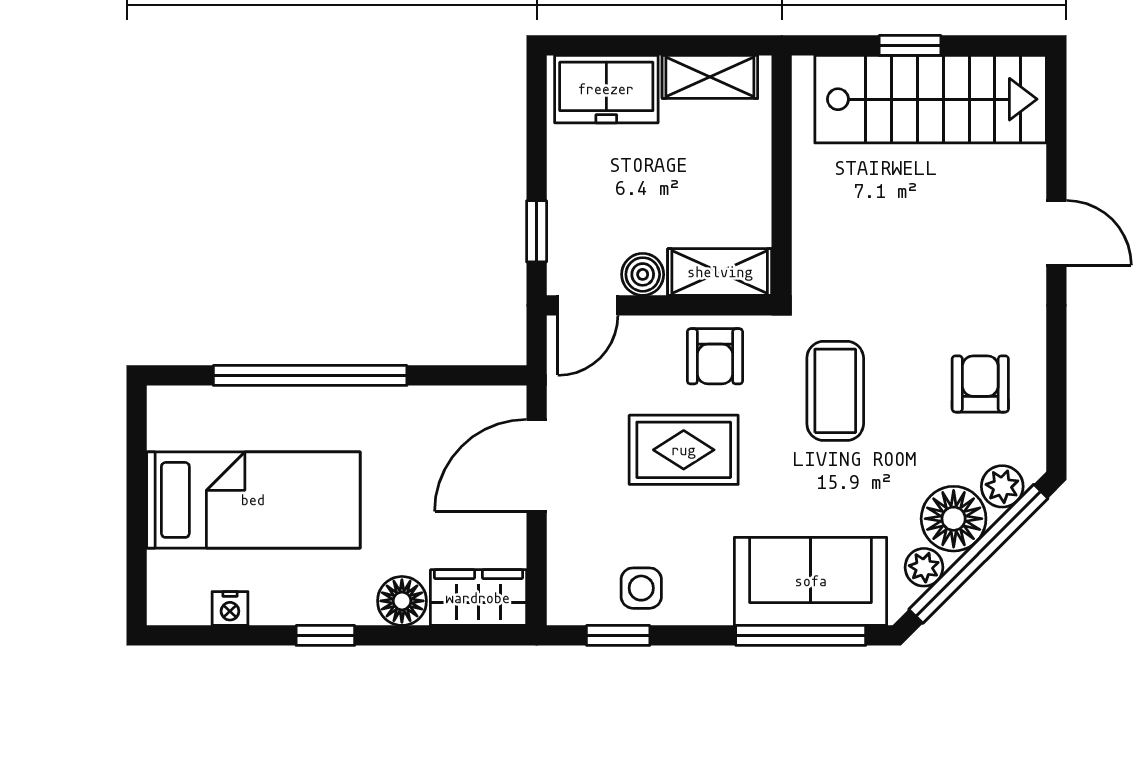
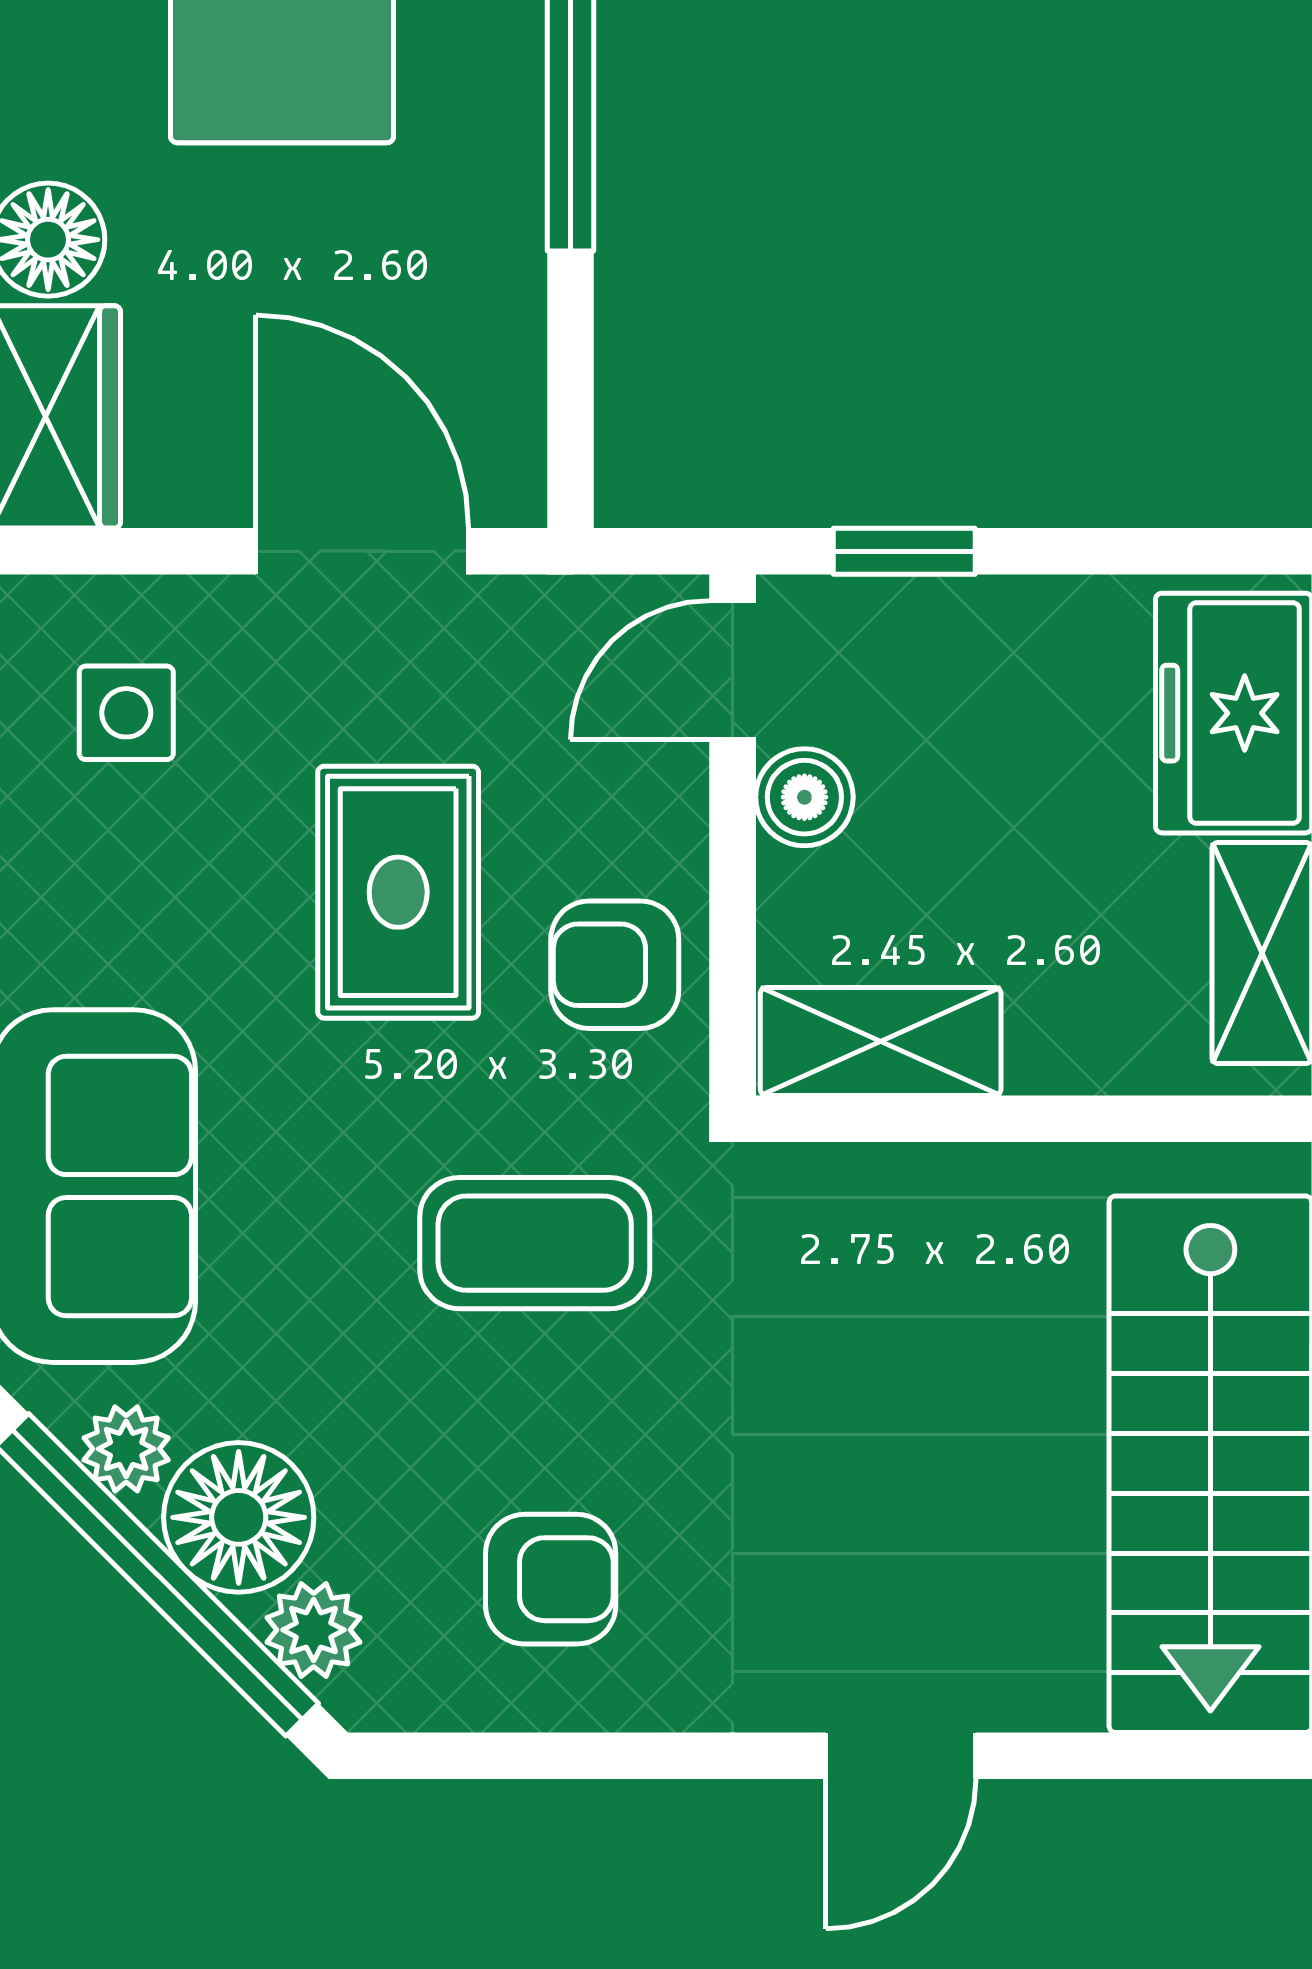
shelving: (720, 272) -> (881, 1042), moved, turned 90
door: (588, 305) -> (733, 670), hinge flipped
side table: (641, 588) -> (126, 713), moved

